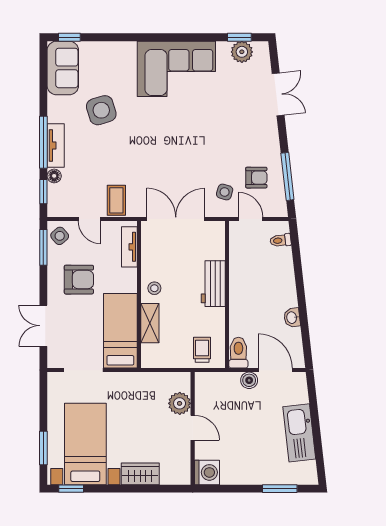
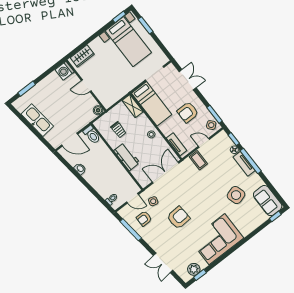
armchair: (207, 141) -> (178, 218), added
double door: (176, 219) -> (166, 172), swing flipped
shelving: (150, 323) -> (133, 106), moved
trolley: (202, 350) -> (118, 130), moved
boiler: (249, 380) -> (98, 110), moved
plant: (180, 403) -> (100, 92), removed
wardrobe: (140, 474) -> (82, 56), moved

